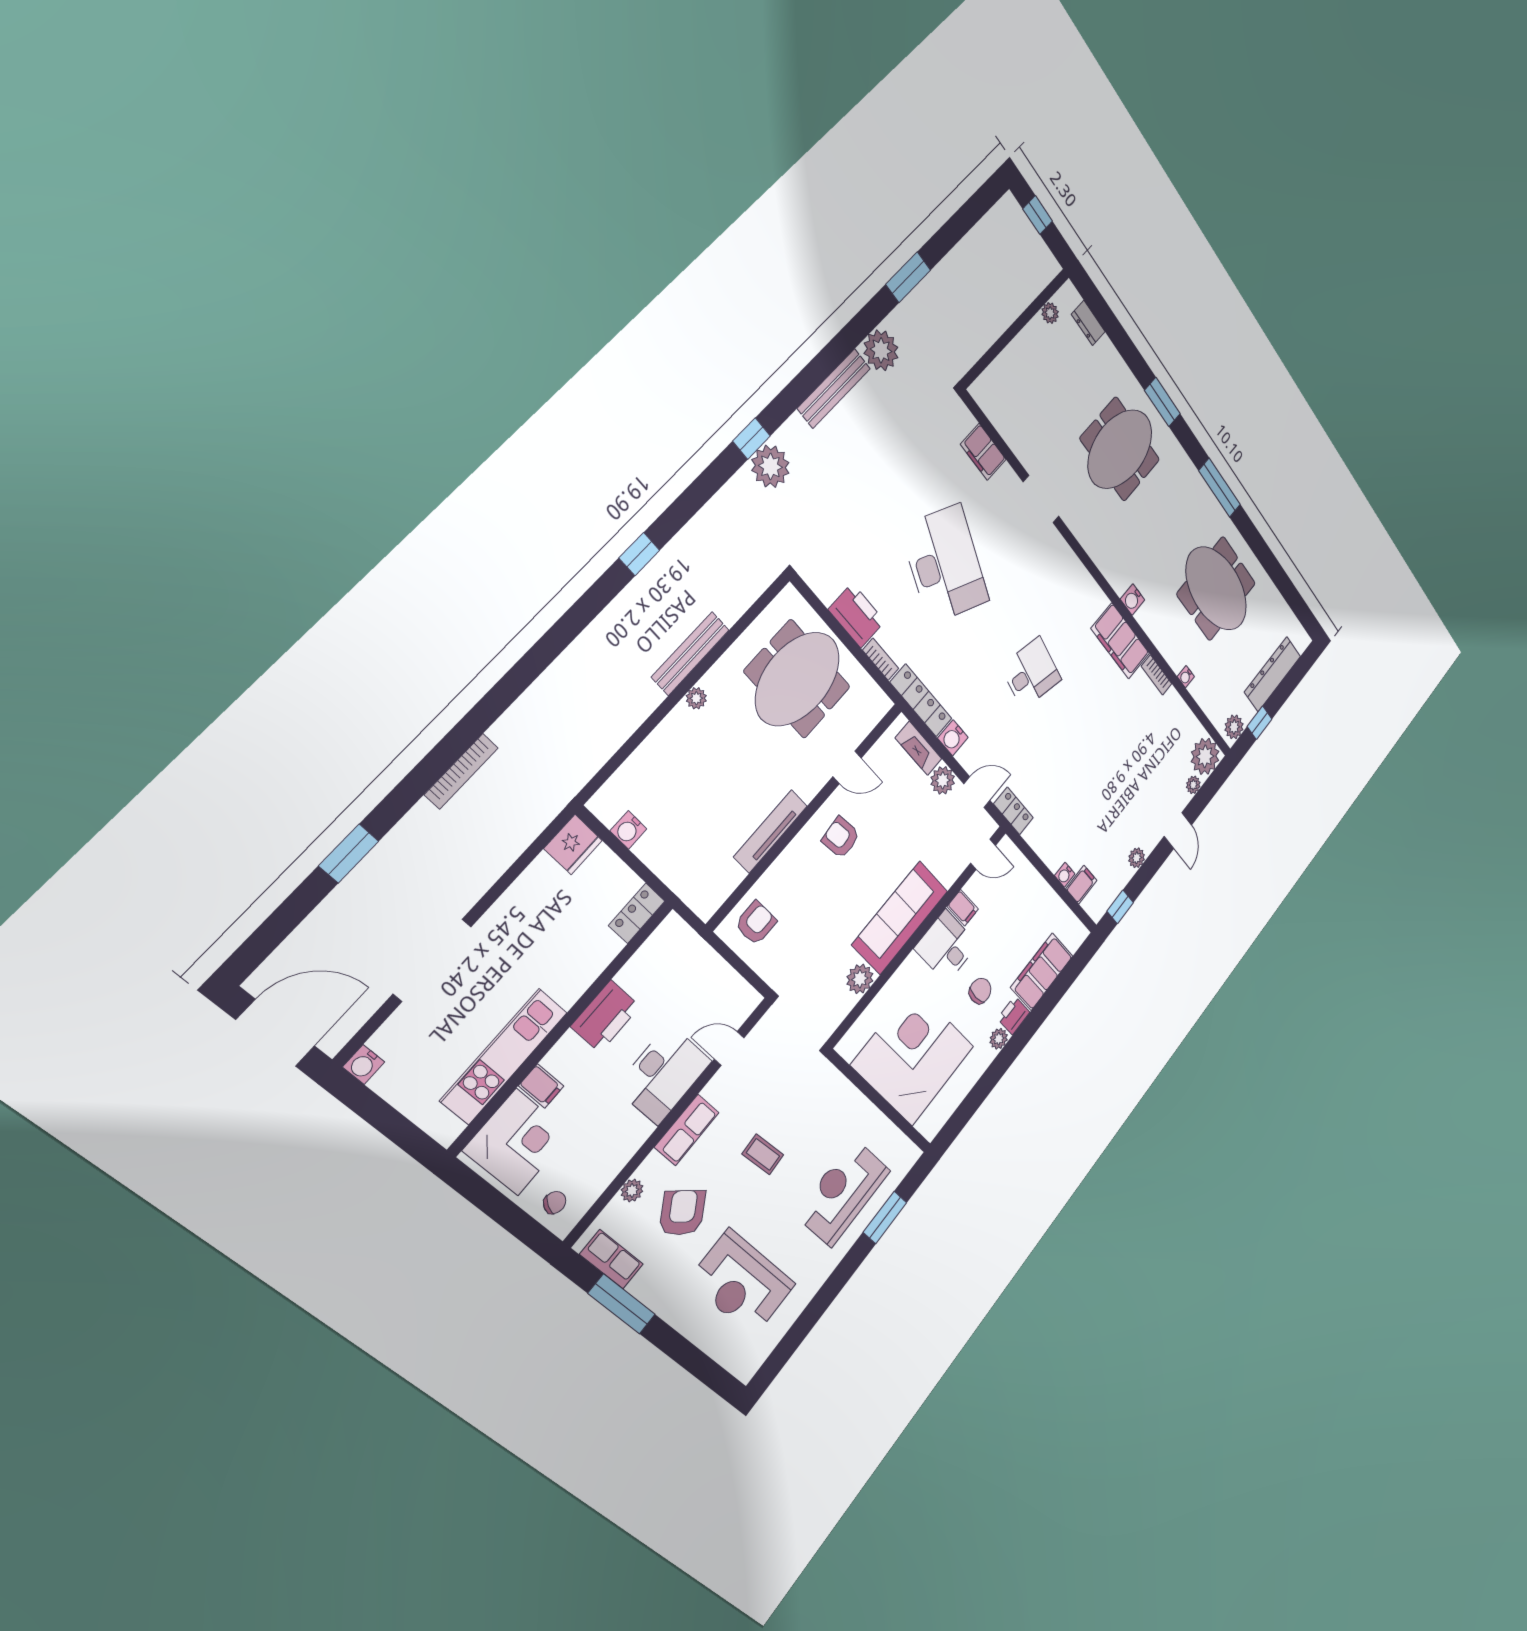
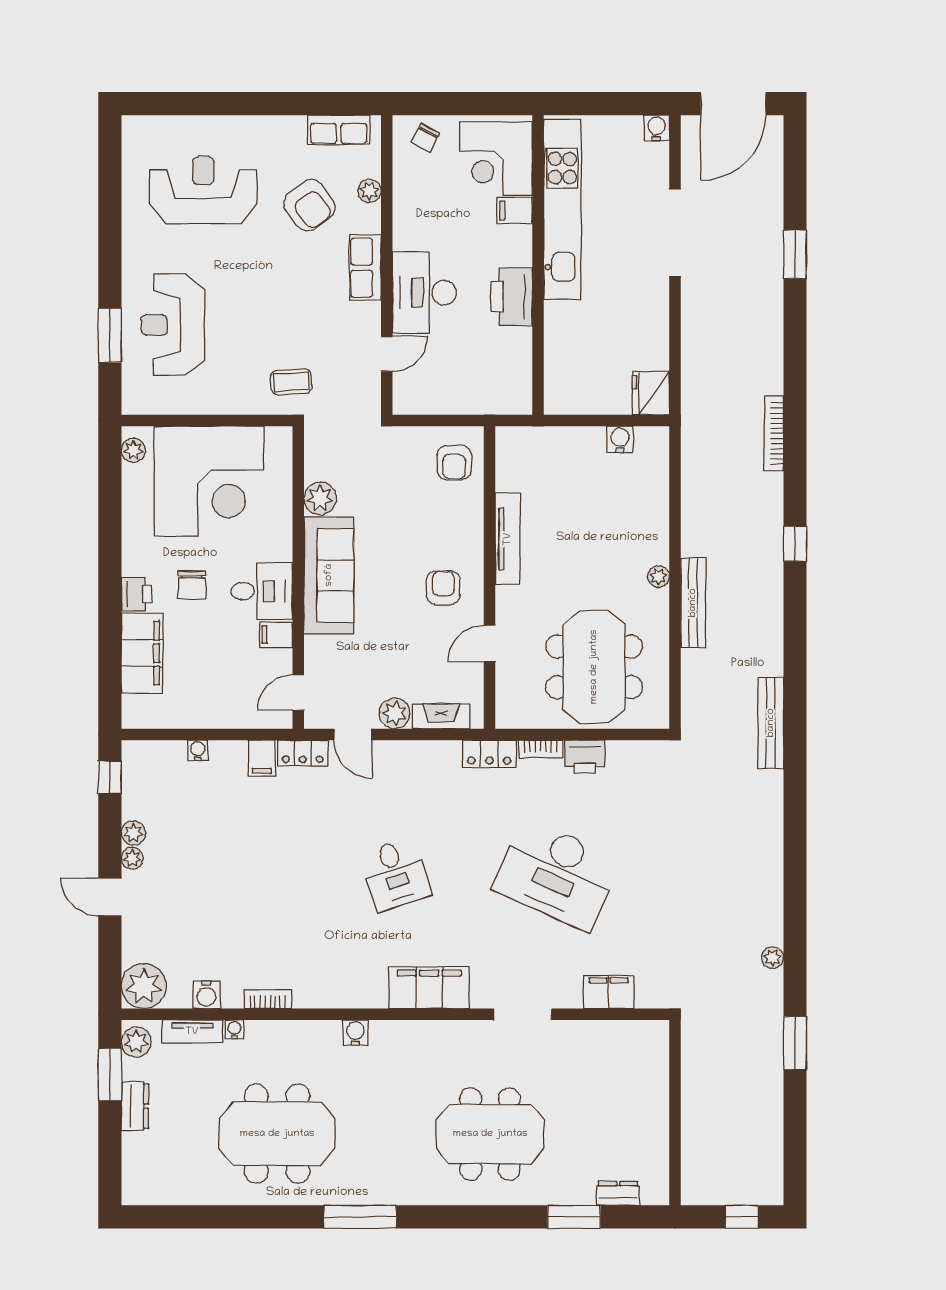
plant: (1050, 313) -> (658, 1160), removed
plant: (881, 350) -> (773, 958), width x0.53, depth x0.53
bench: (834, 388) -> (771, 723), moved
window: (1162, 402) -> (574, 1217), moved
window: (751, 439) -> (795, 795), removed
meeting table: (1120, 449) -> (490, 1134), turned 90
plant: (770, 466) -> (763, 792), removed
window: (639, 554) -> (795, 544), moved
printer: (857, 615) -> (585, 757), width x0.73, depth x0.84
filing cabinet: (1120, 641) -> (429, 988), moved
desk: (1031, 673) -> (395, 874), turned -30
dresser: (1273, 674) -> (135, 1106), width x0.51, depth x0.80
locker: (921, 700) -> (489, 754), width x0.66
tv unit: (1205, 700) -> (192, 1032), added
window: (1260, 723) -> (110, 1075), width x1.50
water cooler: (953, 738) -> (206, 995), moved, turned 180
bookcase: (461, 771) -> (774, 433), moved
plant: (1193, 785) -> (132, 858), moved
door: (977, 792) -> (353, 734), hinge flipped
armchair: (841, 837) -> (443, 588), turned -84
filing cabinet: (1081, 885) -> (262, 758), moved
locker: (637, 913) -> (557, 388), removed
plant: (999, 1039) -> (133, 450), moved
kitchen unit: (504, 1056) -> (562, 209), width x1.36
coffee table: (763, 1154) -> (291, 382), moved
reception desk: (843, 1193) -> (173, 325), turned 180
window: (622, 1304) -> (298, 104), removed

